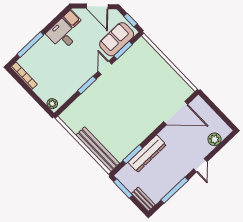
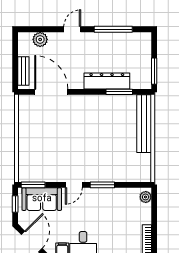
window: (123, 50) -> (33, 185), moved
bench: (143, 199) -> (23, 71), moved

